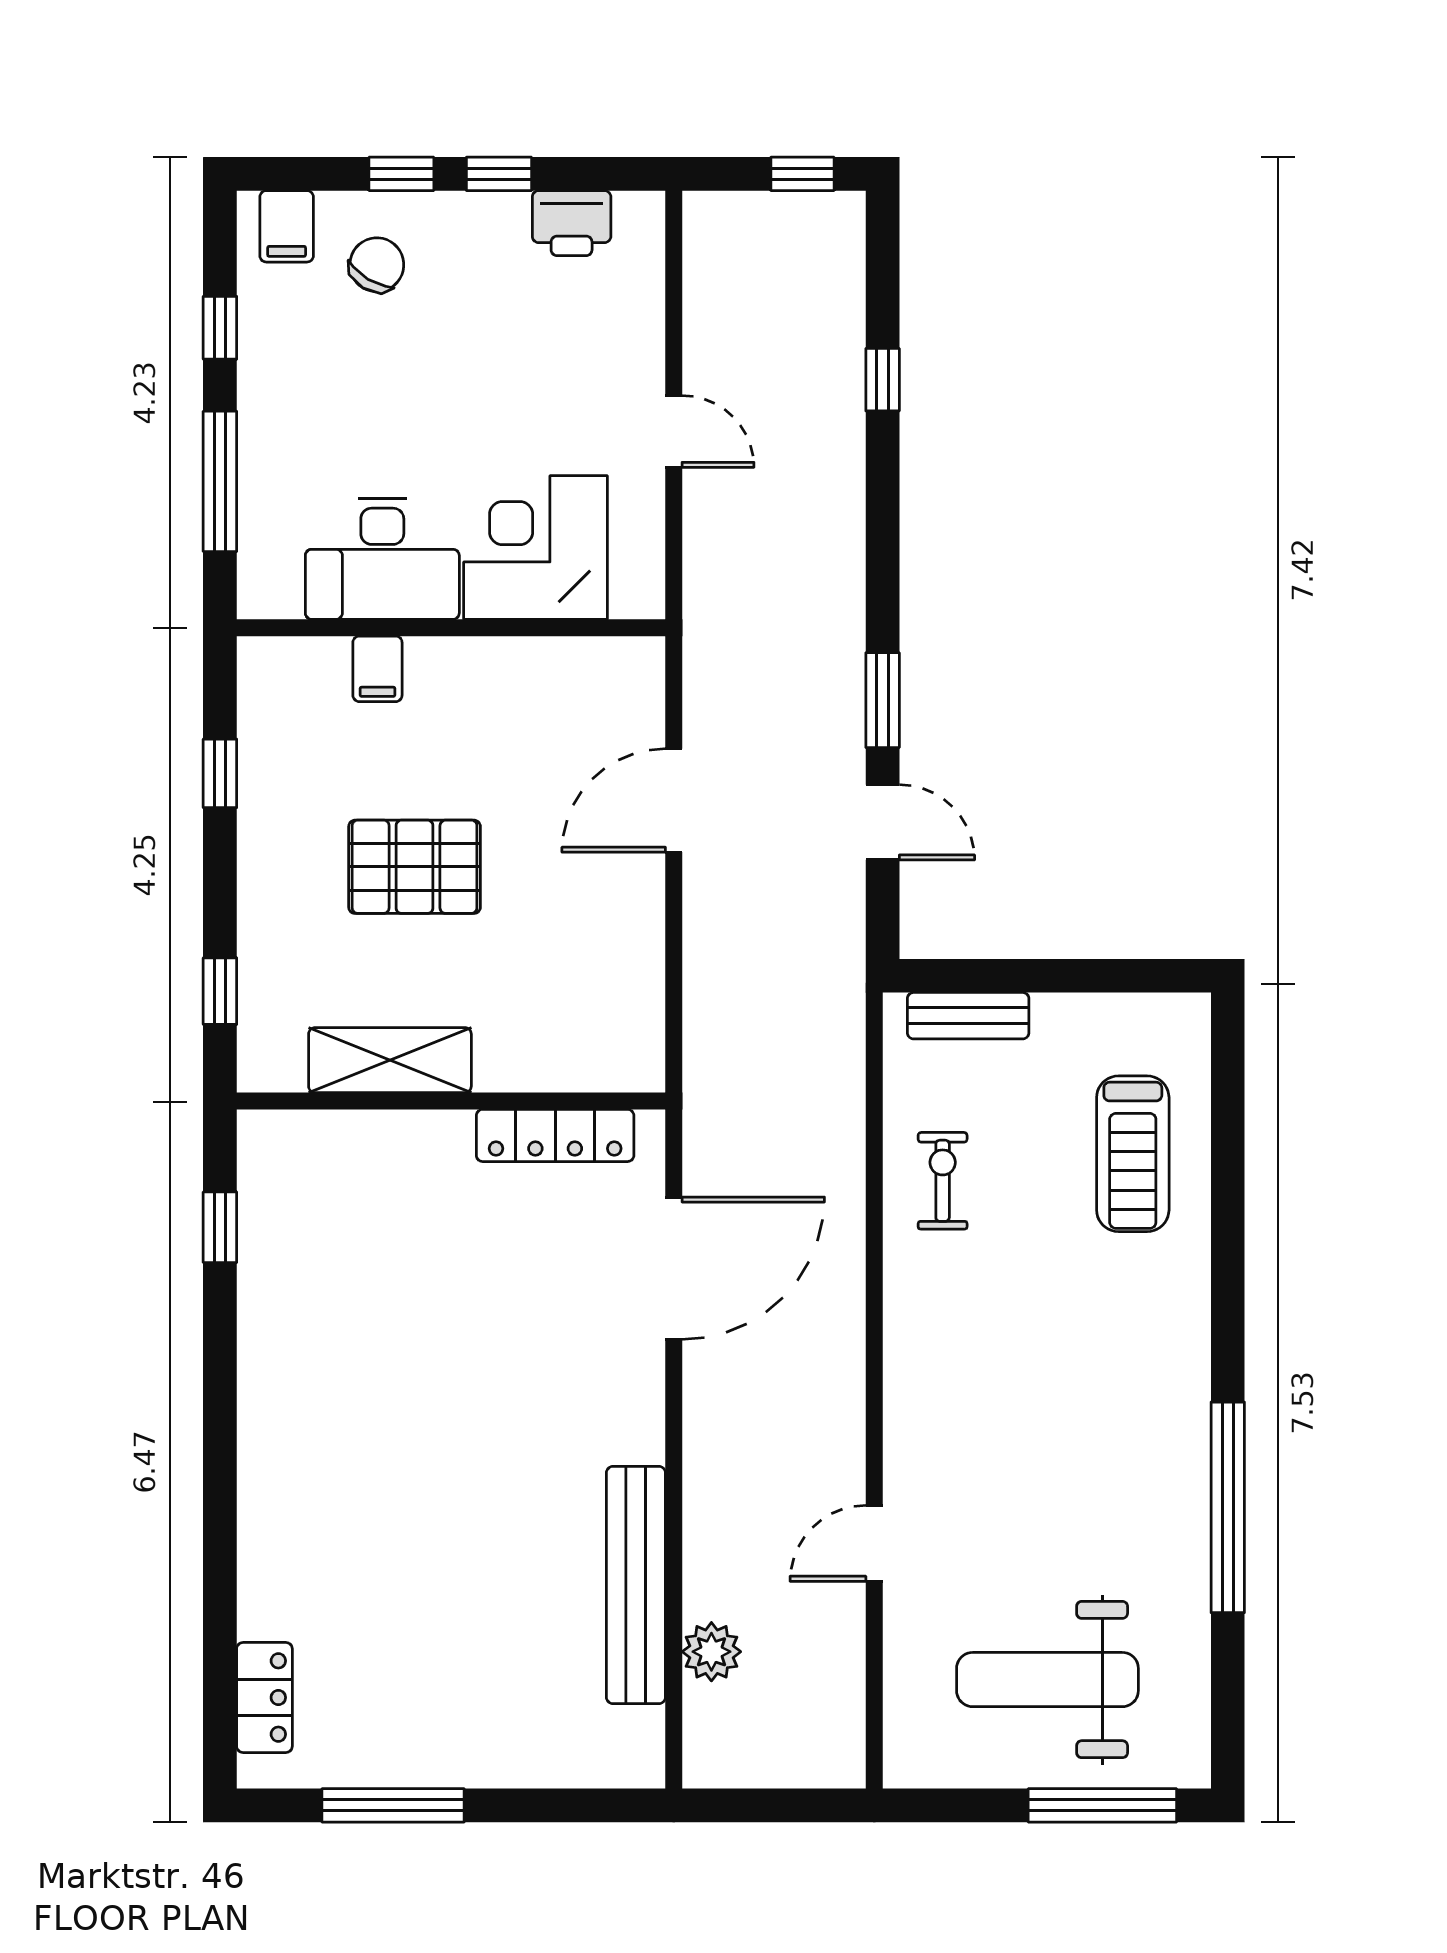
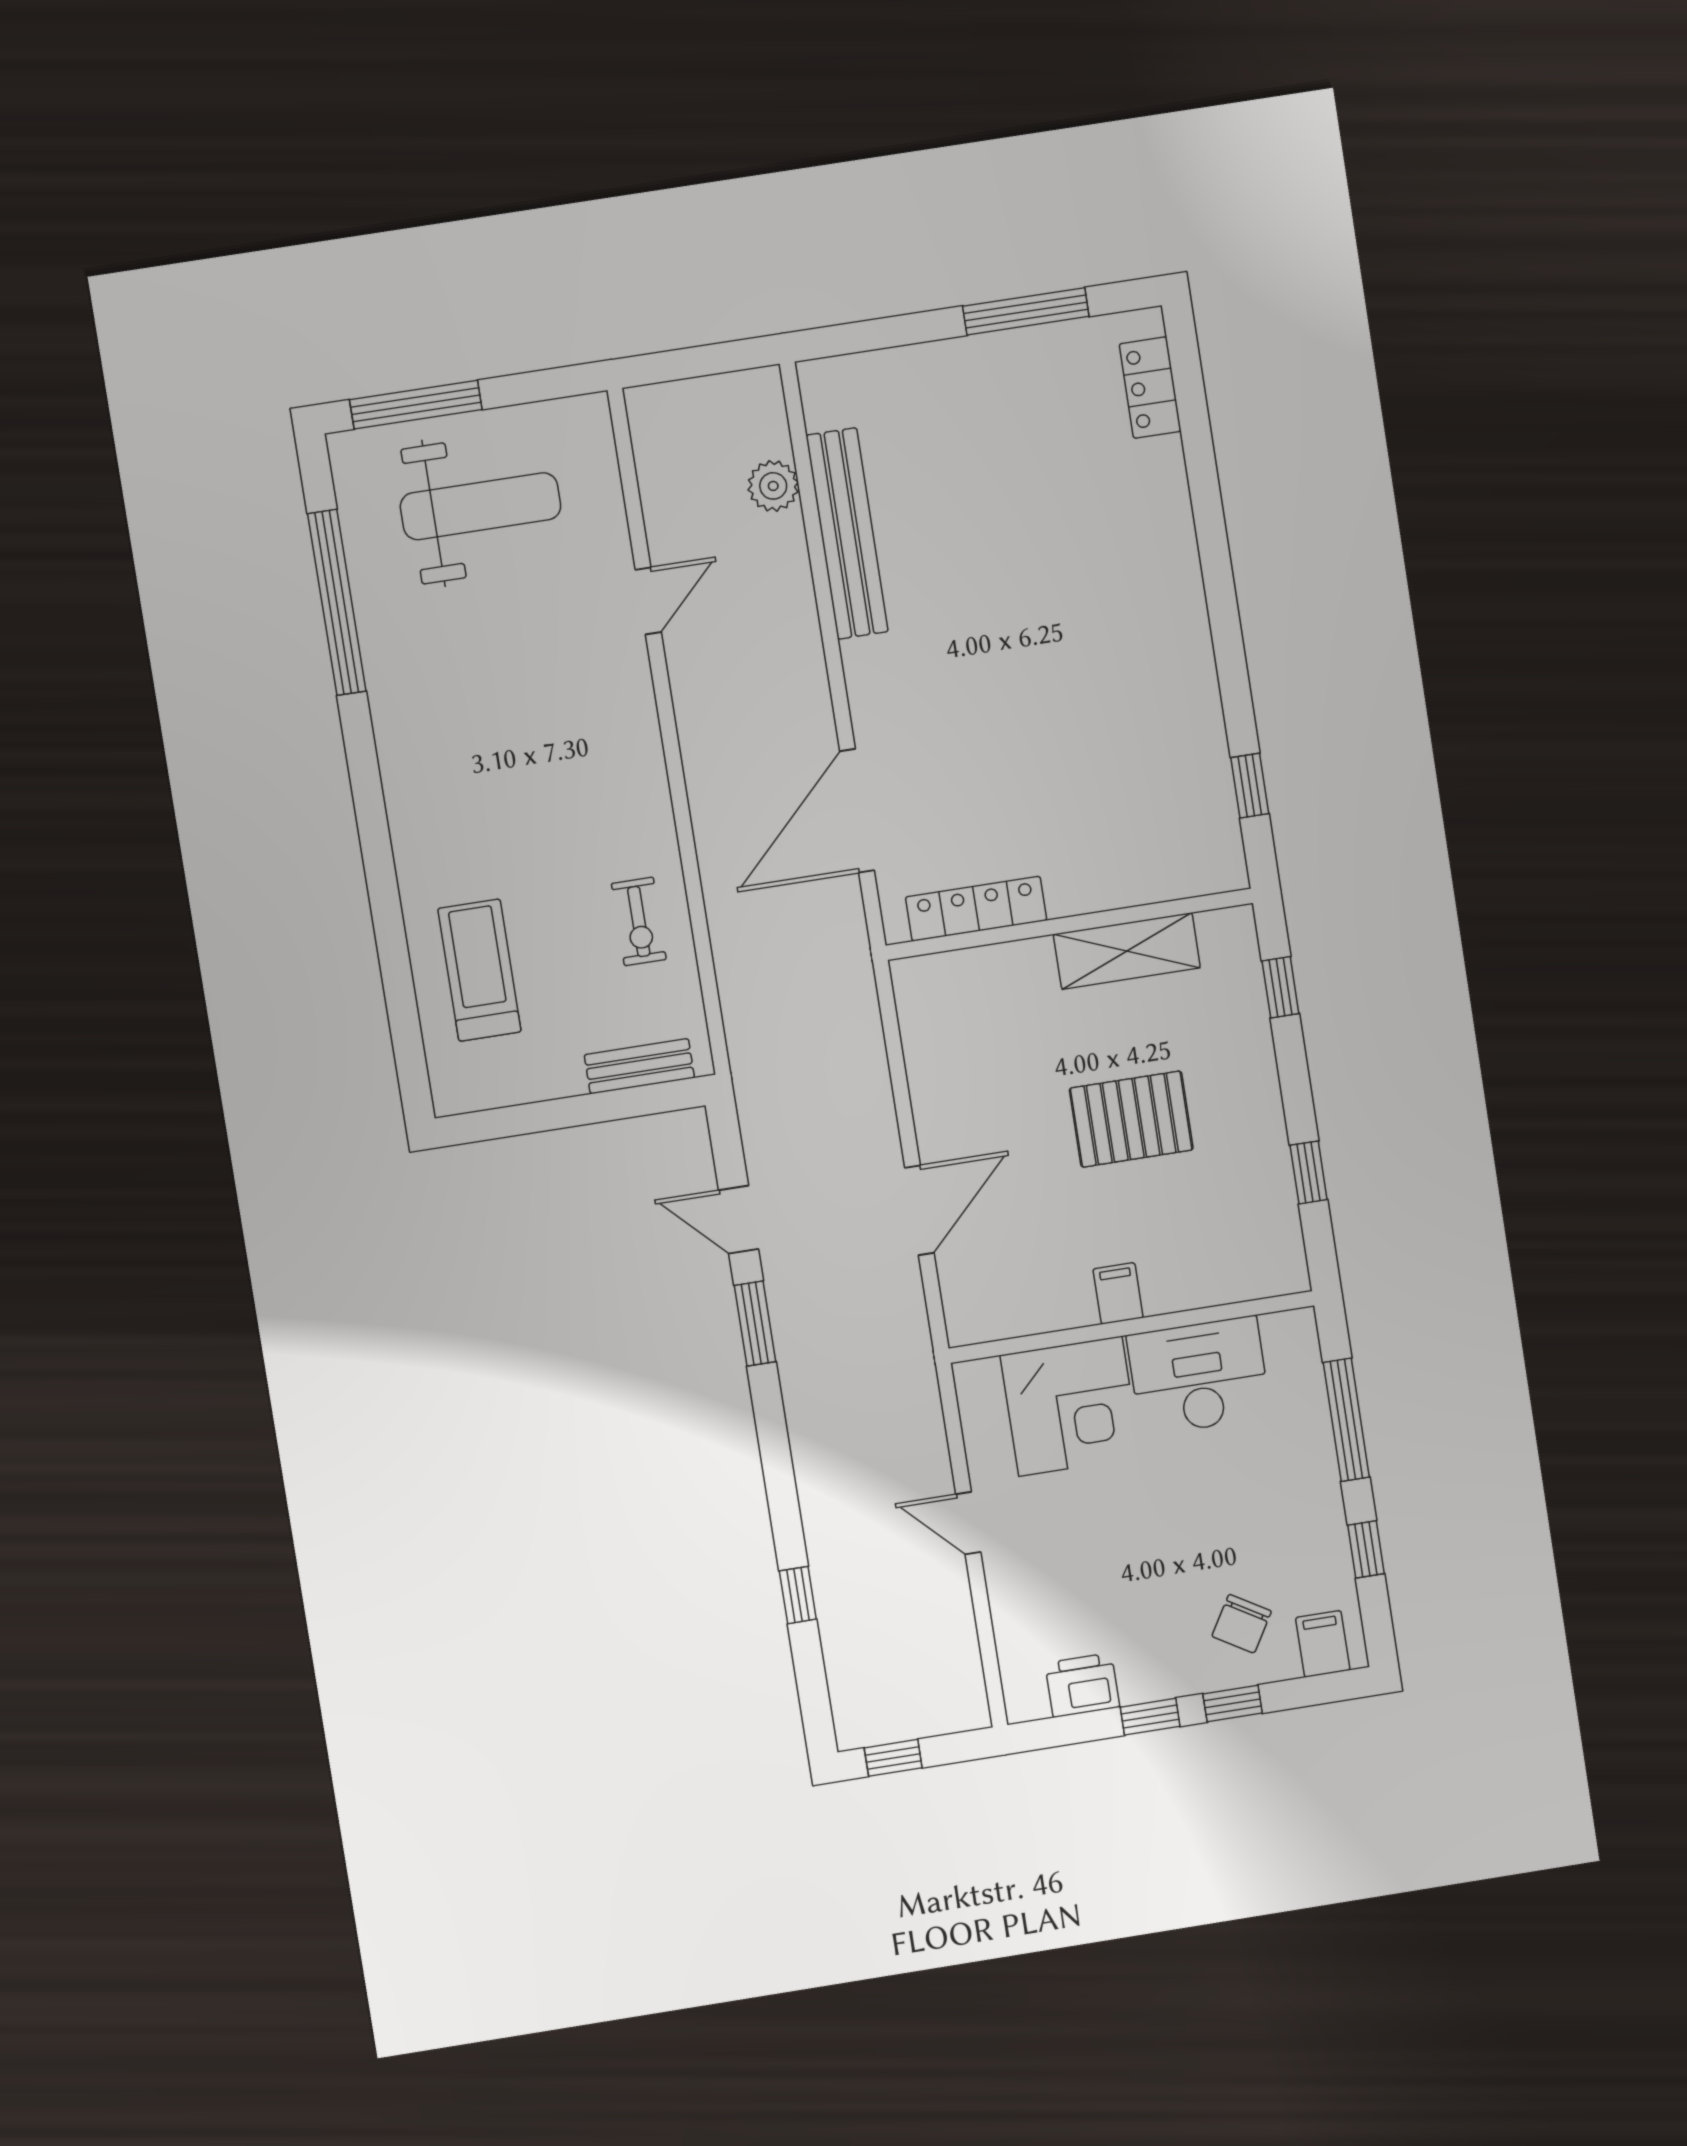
filing cabinet: (377, 669) -> (1118, 1293), moved
window: (1228, 1507) -> (337, 602), moved

